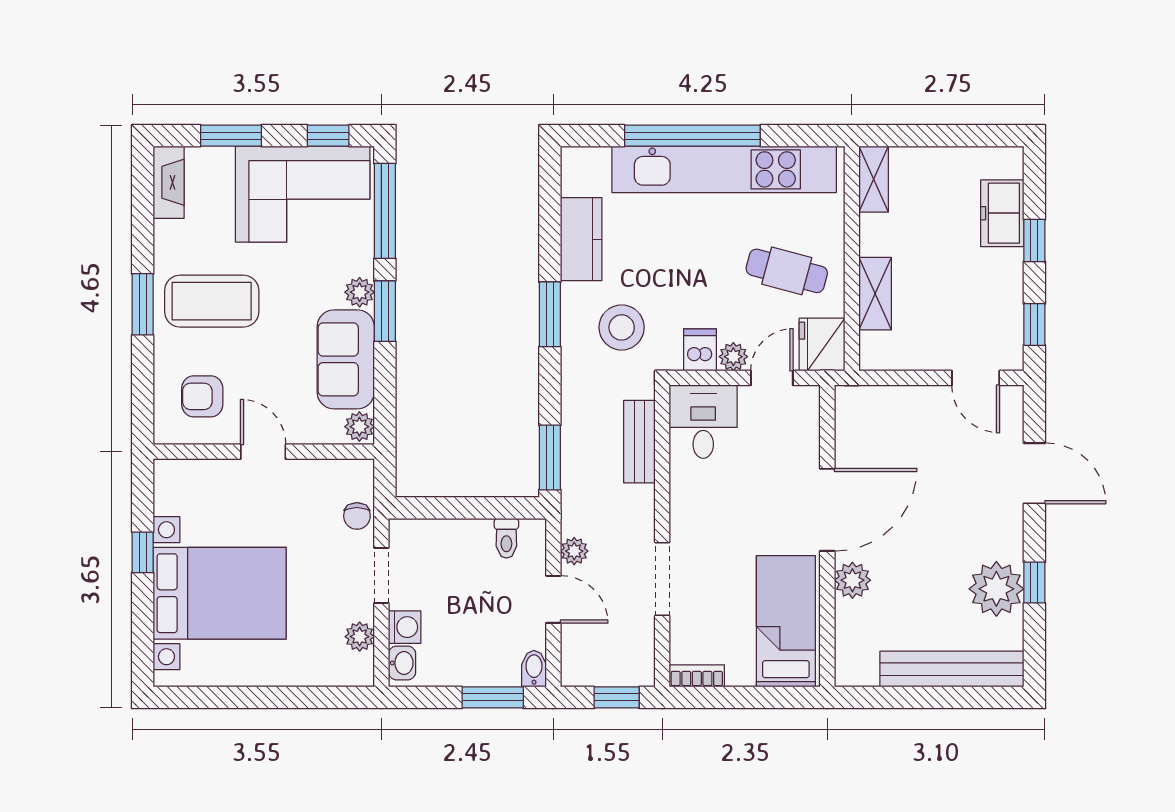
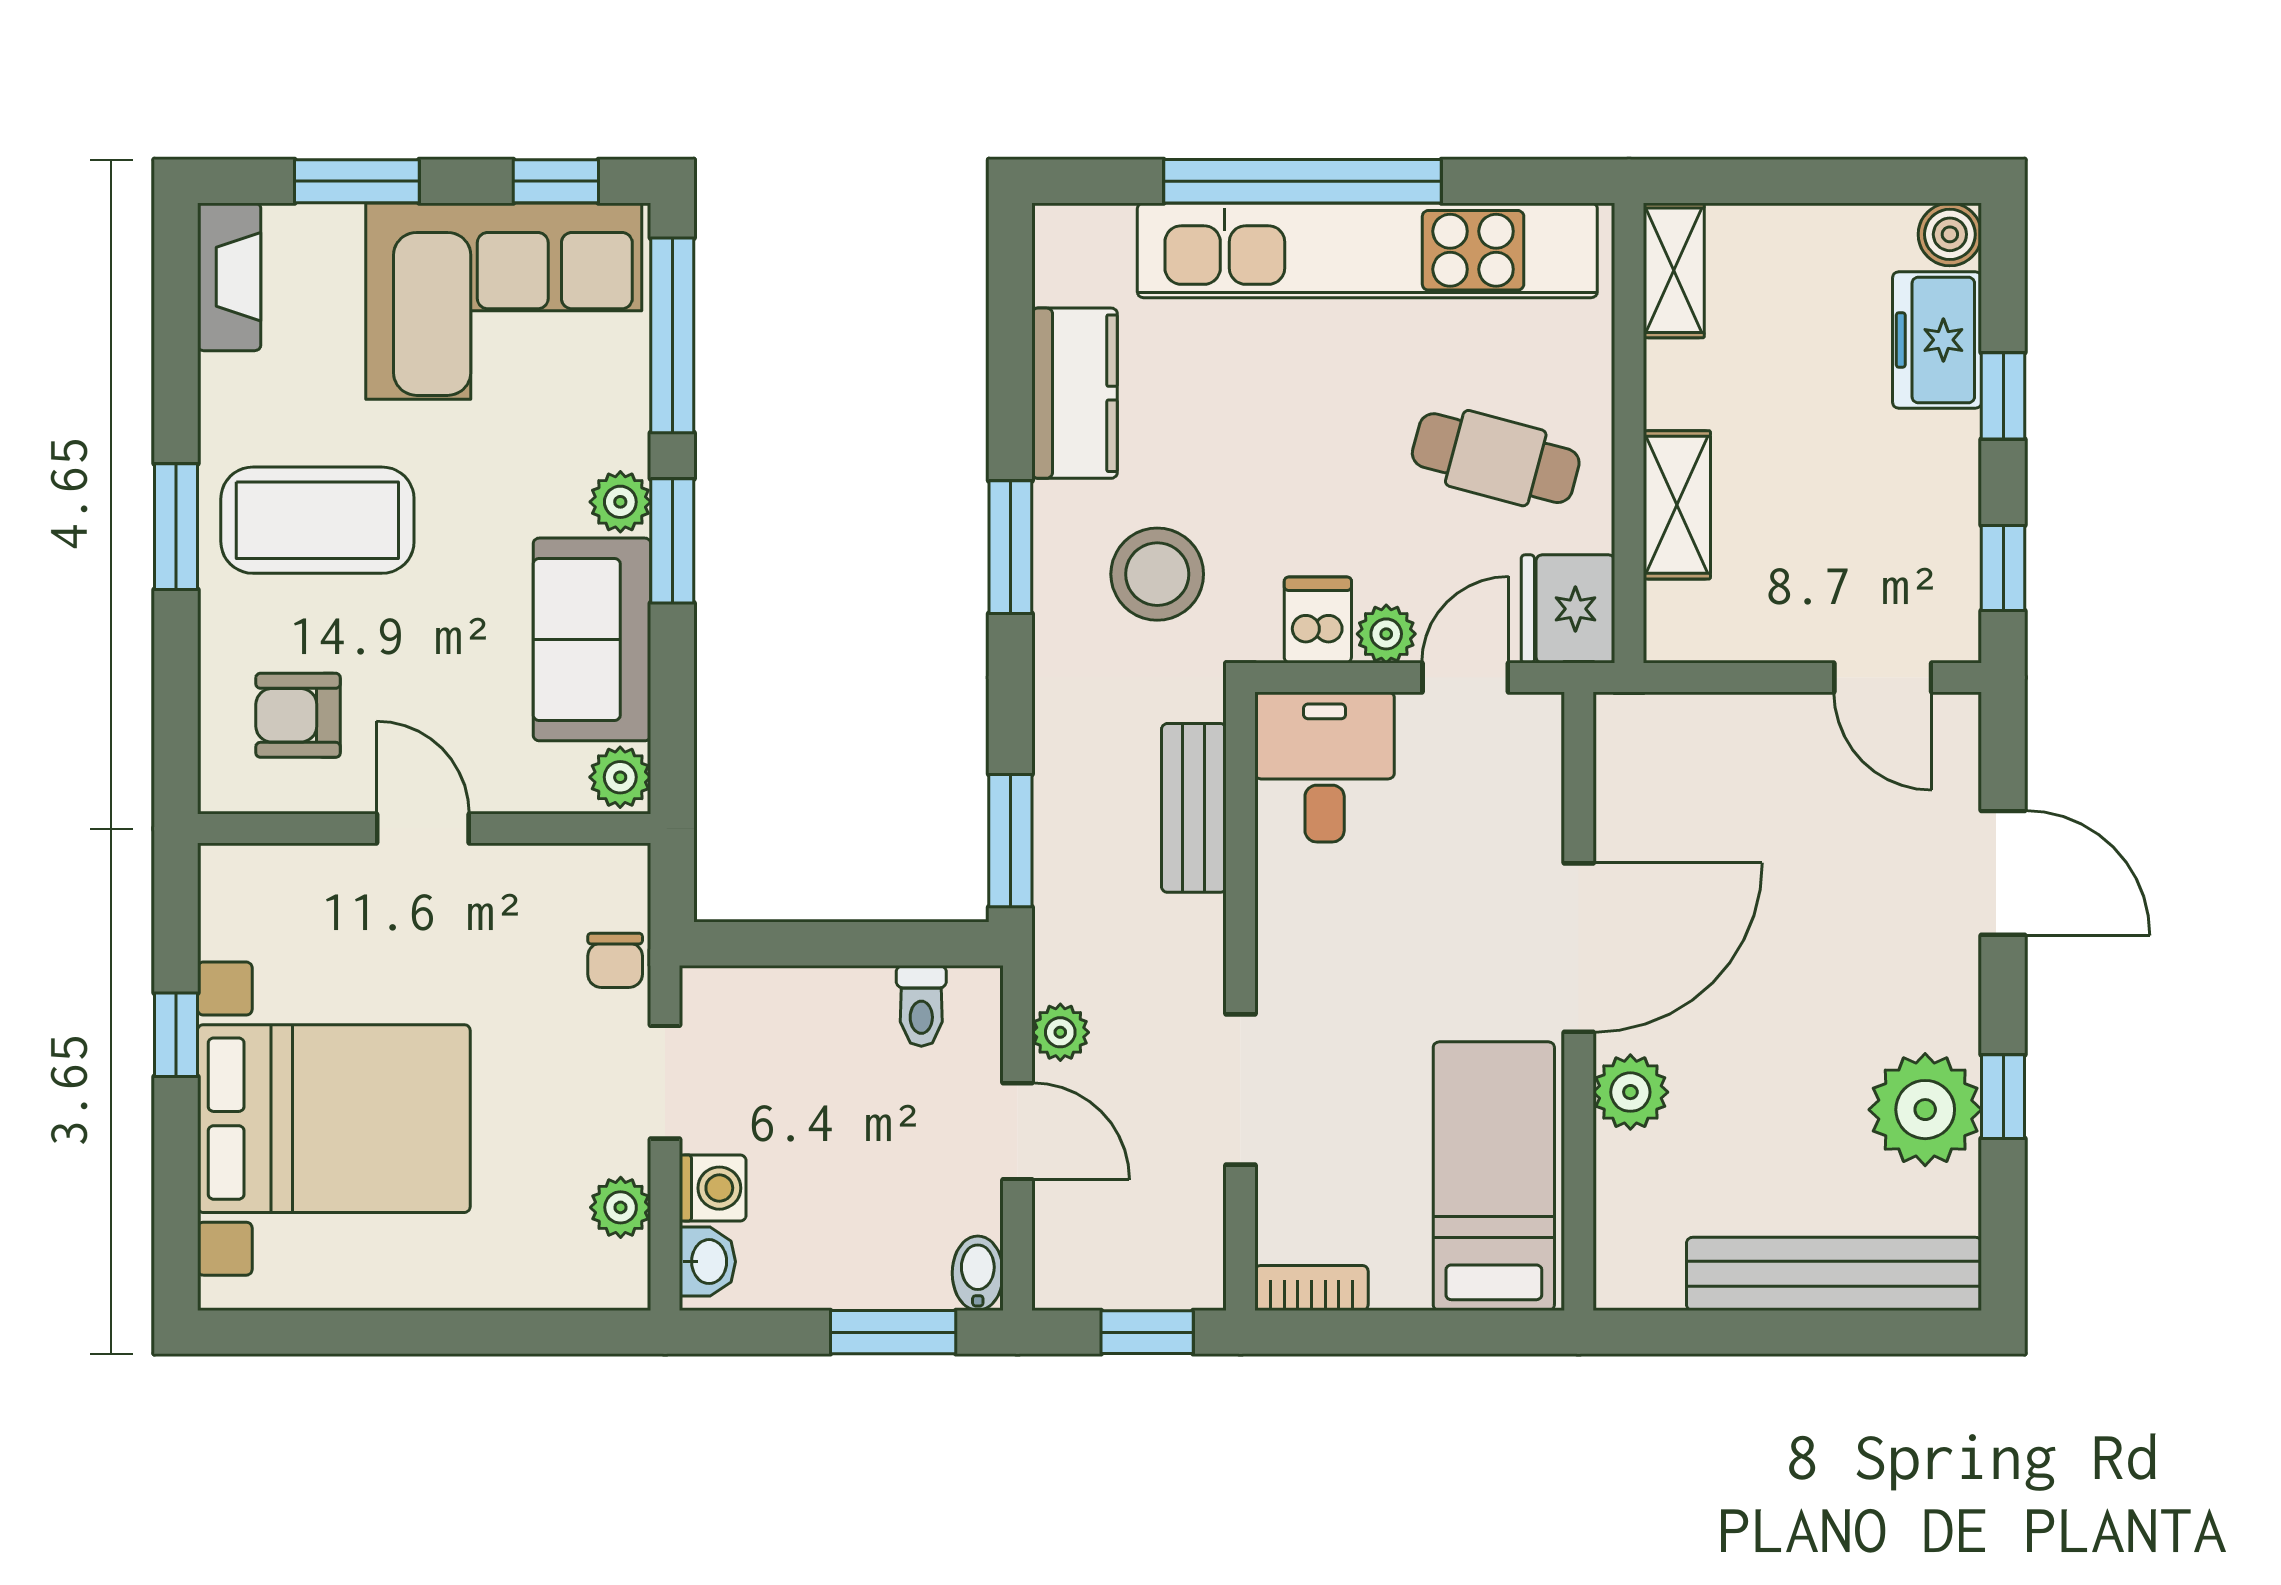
boiler: (1008, 162) -> (1950, 234), added

